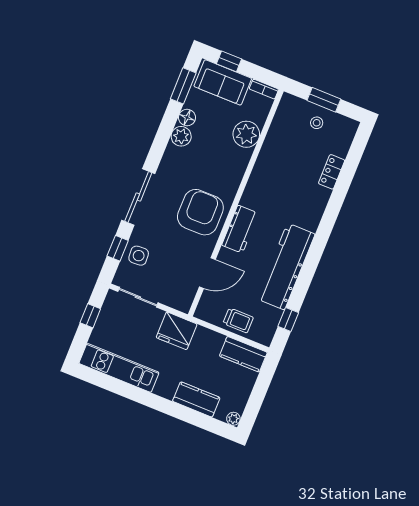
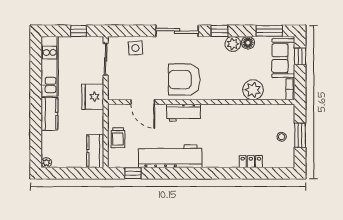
armchair: (200, 212) -> (184, 80), turned 180
window: (118, 248) -> (219, 31), moved
kitchen counter: (196, 399) -> (49, 114), moved

